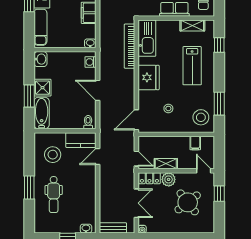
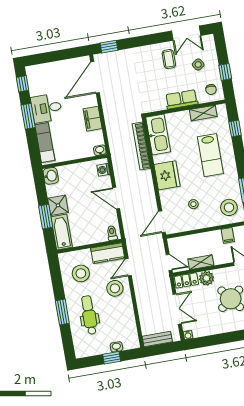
stool: (82, 174) -> (115, 288), added
dental chair: (54, 195) -> (89, 315), turned 180
washbasin: (86, 229) -> (116, 347), moved

